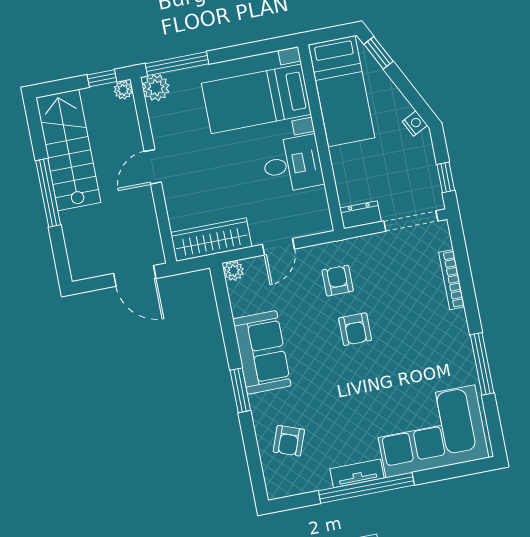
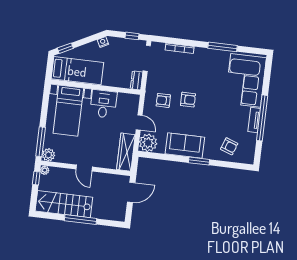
plant: (234, 271) -> (148, 143), width x1.88, depth x1.88

